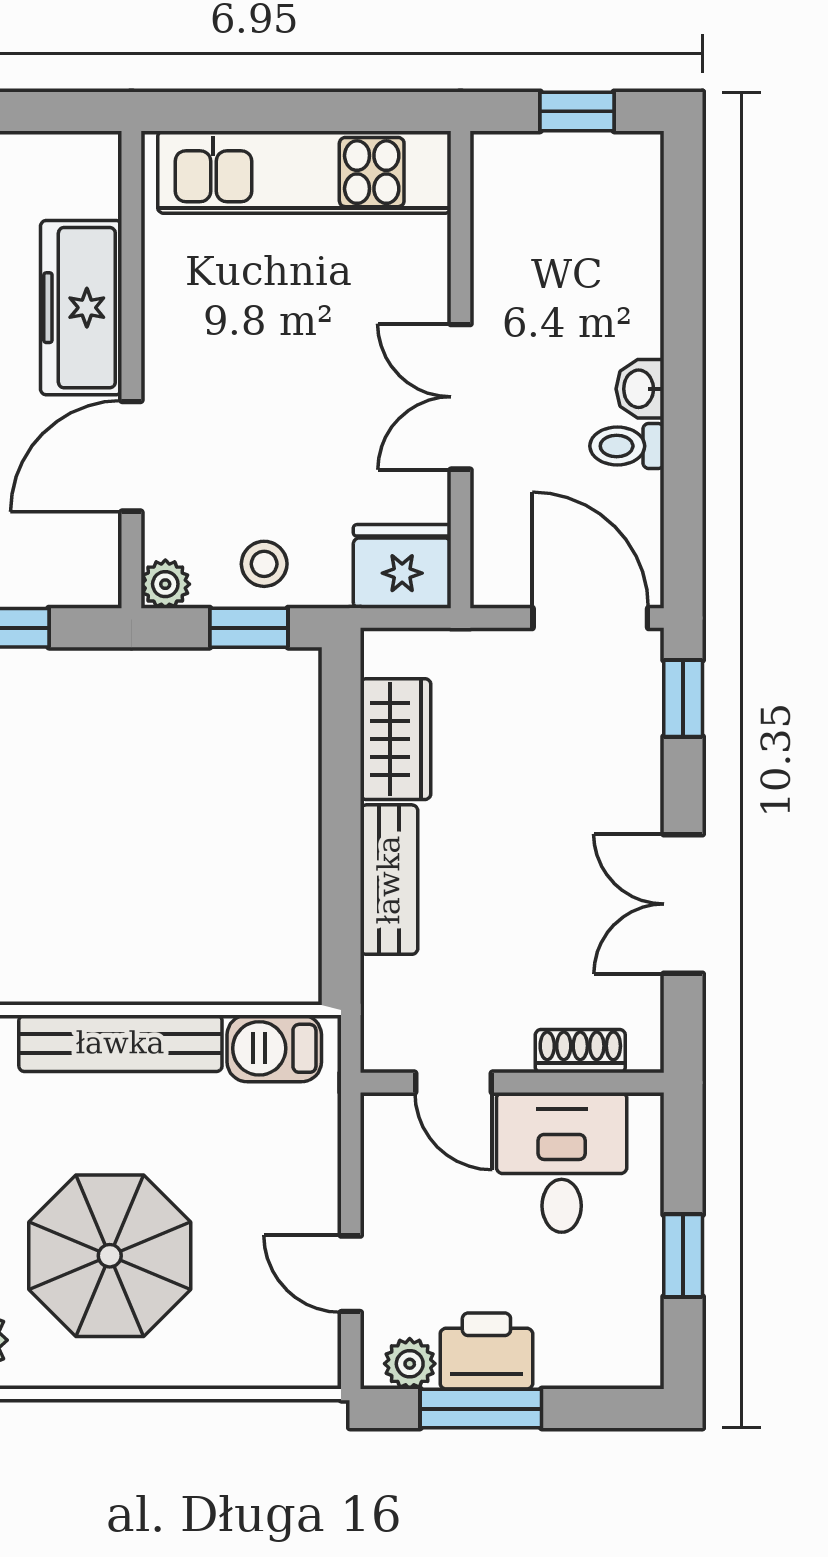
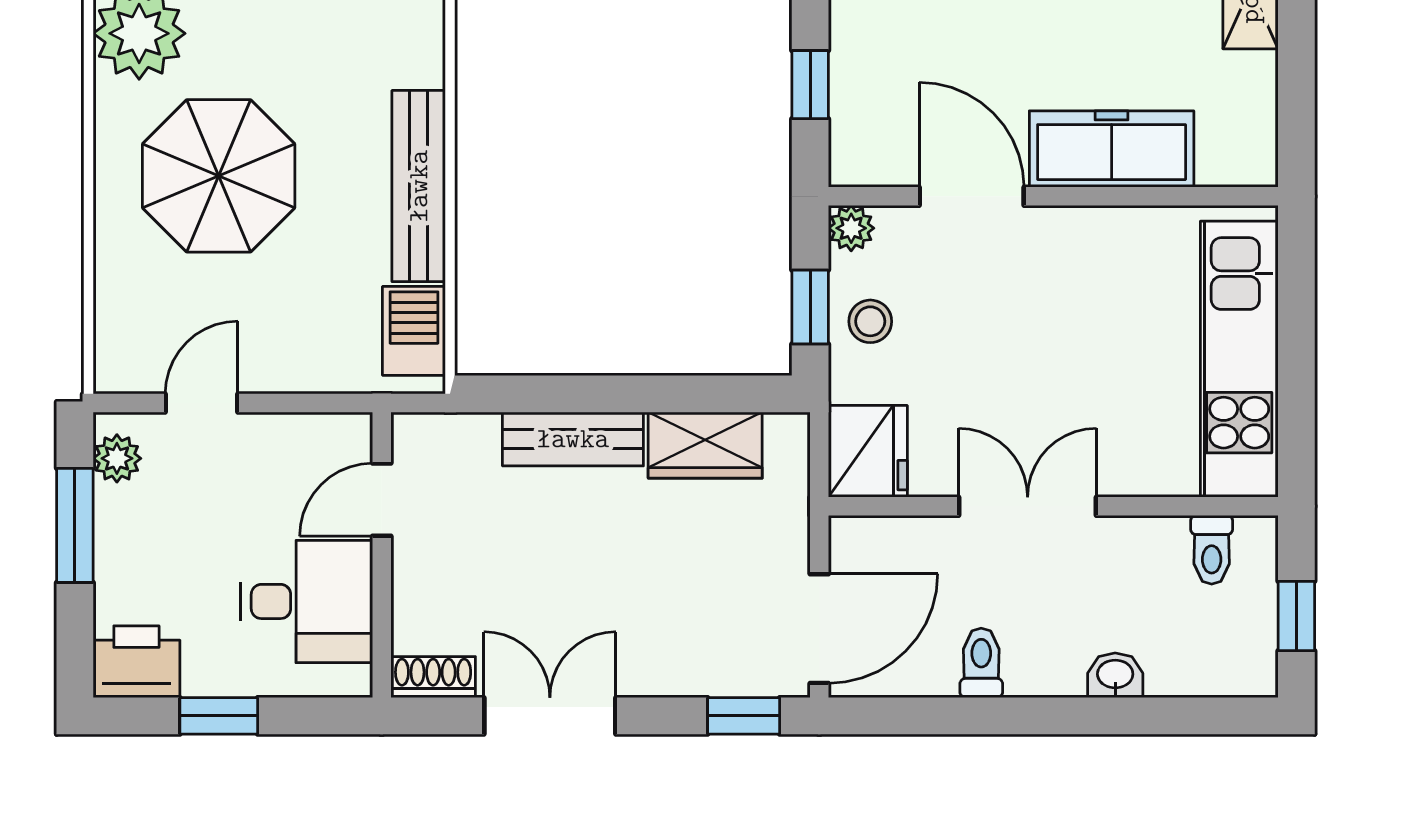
toilet: (507, 201) -> (1212, 550), added
washbasin: (640, 389) -> (1115, 675), moved
shoe rack: (580, 1051) -> (433, 677), moved, turned -90
printer: (486, 1351) -> (136, 662), moved, turned -90

